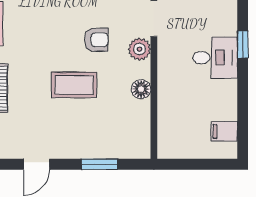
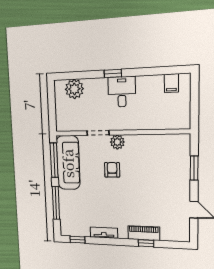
coffee table: (74, 85) -> (141, 184), removed
floor lamp: (141, 89) -> (143, 141), removed

